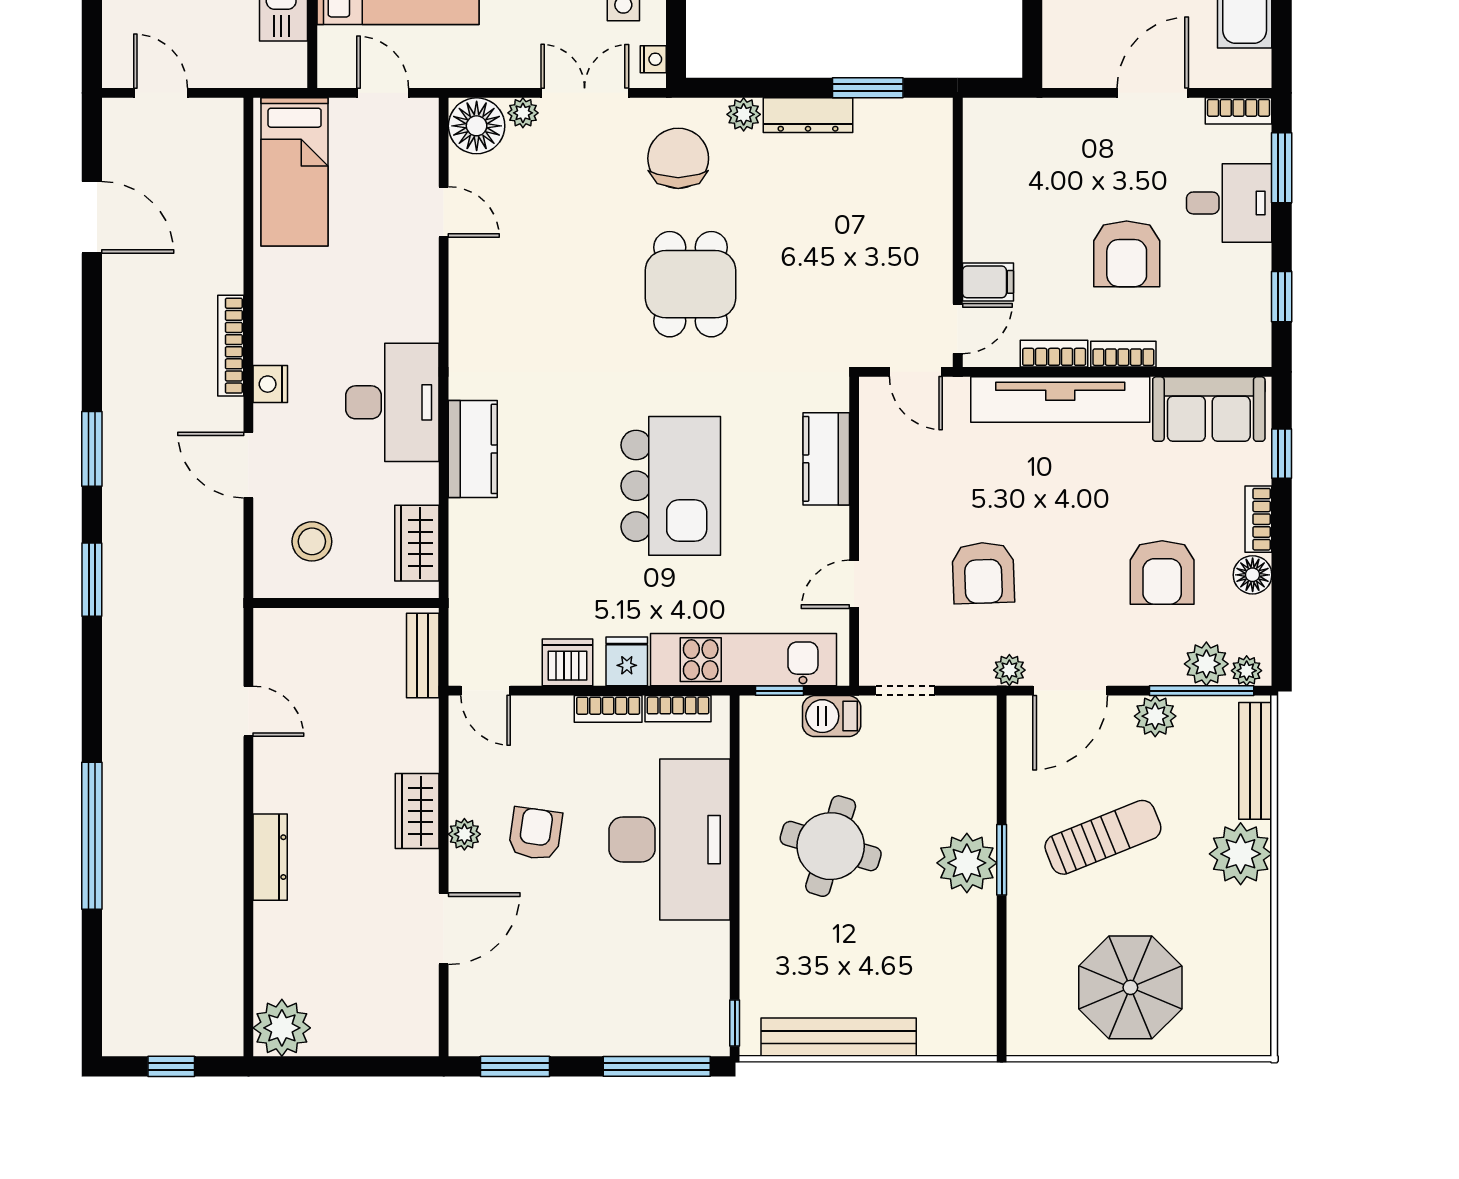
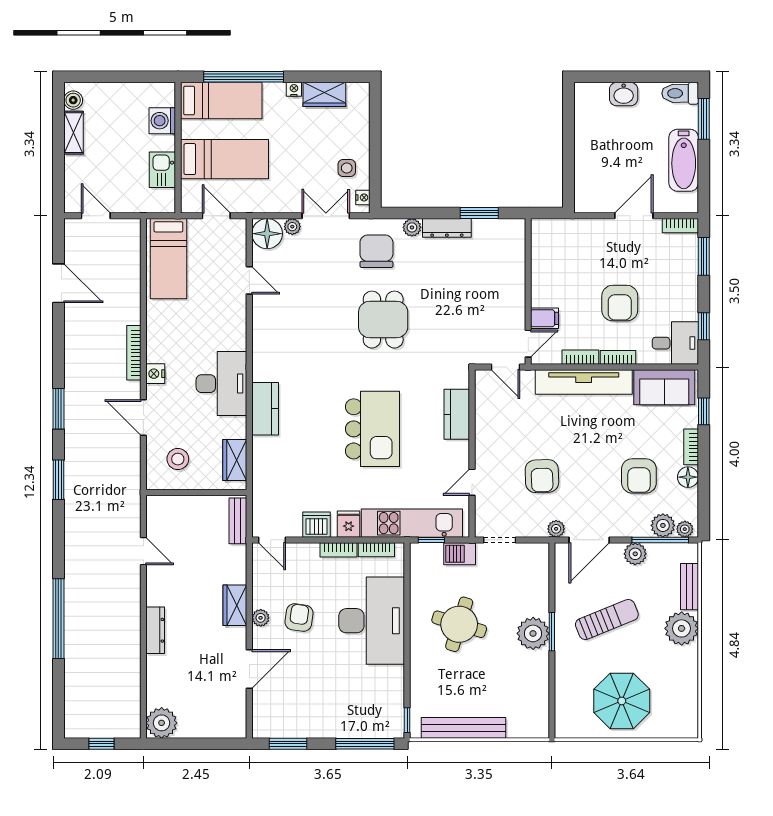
desk: (1229, 203) -> (675, 343), moved
bench: (1255, 761) -> (690, 587), width x0.73

